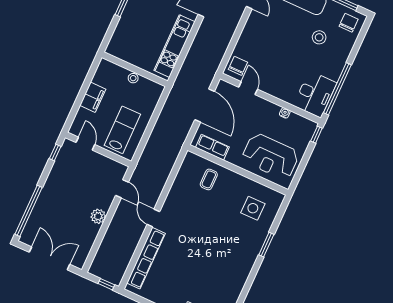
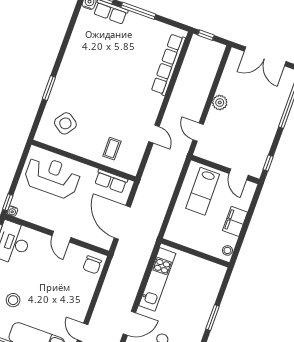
stool: (133, 78) -> (227, 250), moved
door: (248, 88) -> (61, 237), moved
water cooler: (285, 113) -> (12, 211), moved
side table: (253, 208) -> (65, 123), turned 36
door: (153, 218) -> (154, 134), moved

